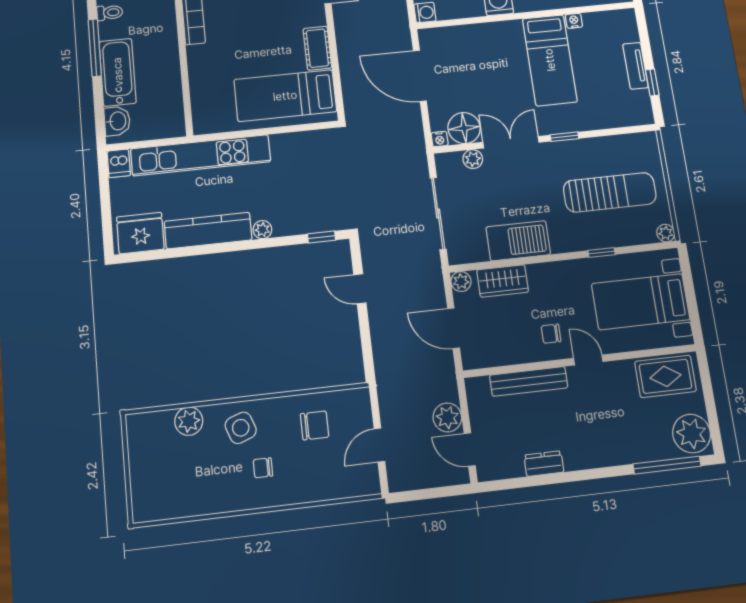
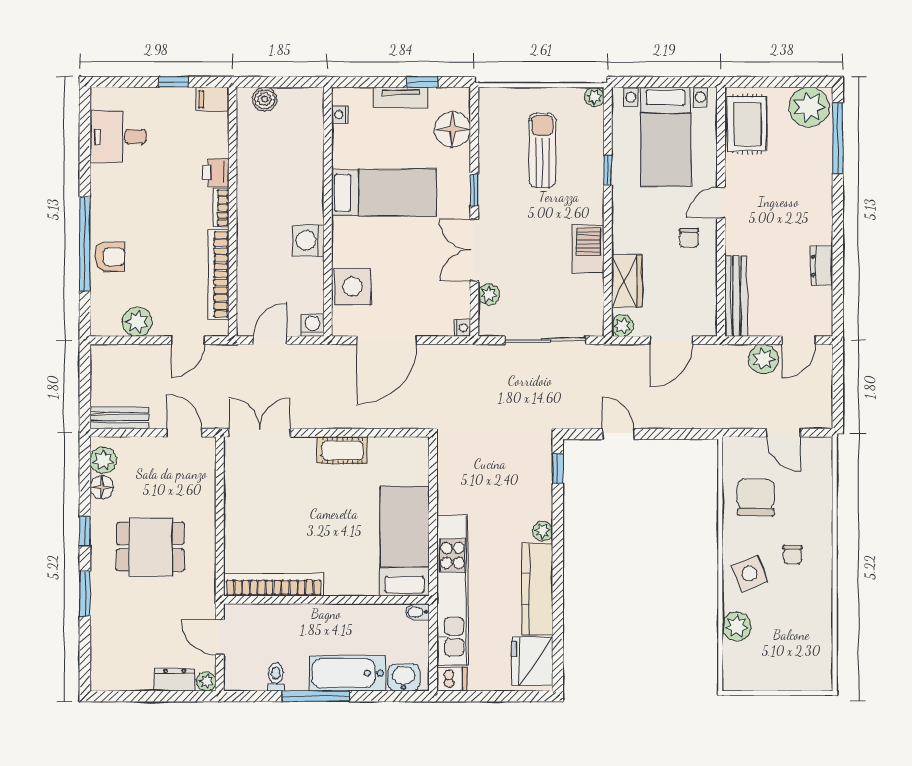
nightstand: (574, 21) -> (340, 115), moved
side table: (463, 42) -> (353, 286), added
bed: (285, 96) -> (405, 541), moved, turned 180
bidet: (178, 126) -> (417, 612), added
floor lamp: (464, 128) -> (452, 129), moved
sun lounger: (610, 192) -> (542, 150), width x0.73, depth x0.75
barbecue: (518, 241) -> (588, 249), width x0.73, depth x0.83
door: (360, 289) -> (618, 434), swing flipped
bench: (529, 381) -> (736, 296), moved
chair: (315, 425) -> (756, 497), width x1.37, depth x1.37

